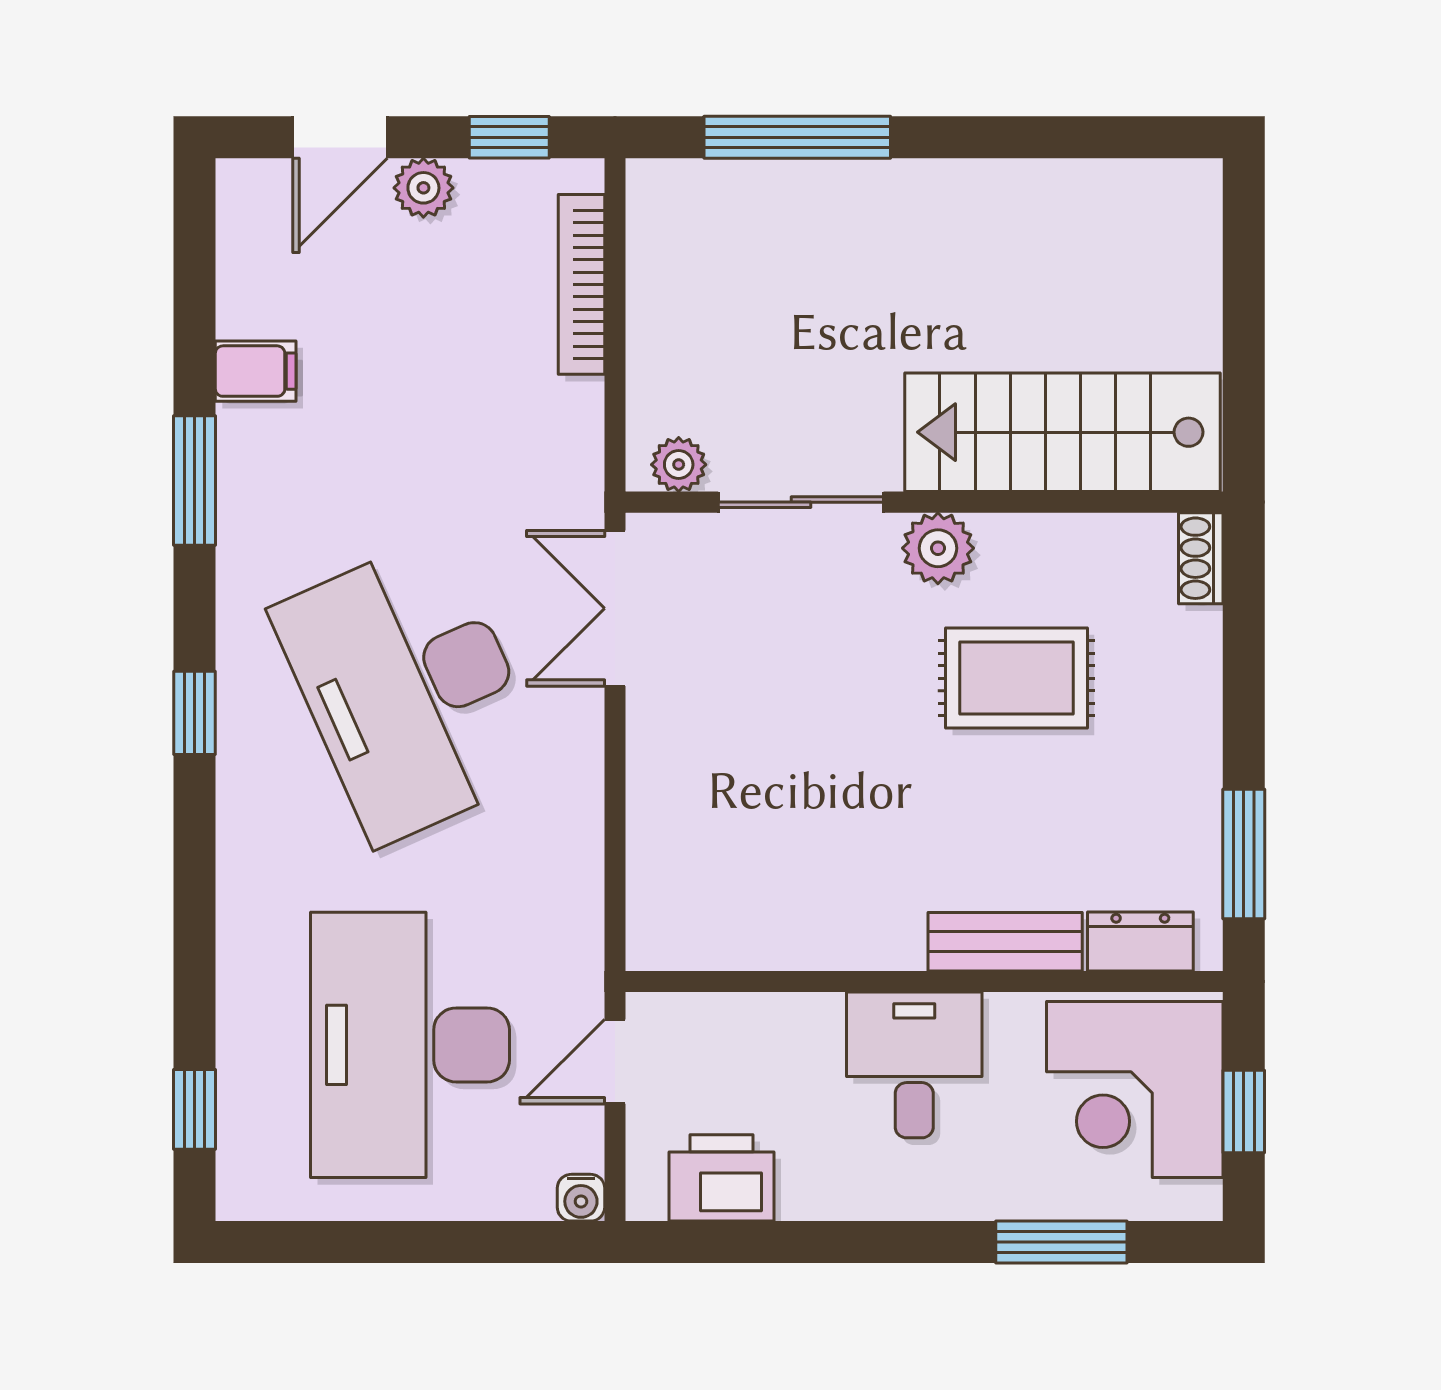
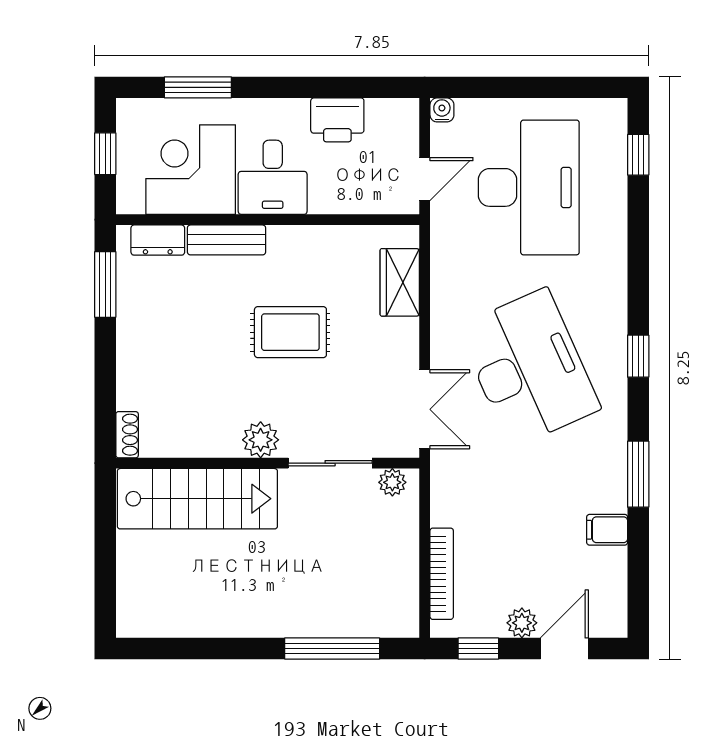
rug: (1016, 678) -> (290, 332), moved
wardrobe: (664, 858) -> (400, 282), added
corner desk: (1135, 1090) -> (191, 170), moved, turned -90
printer: (722, 1178) -> (337, 120), moved

